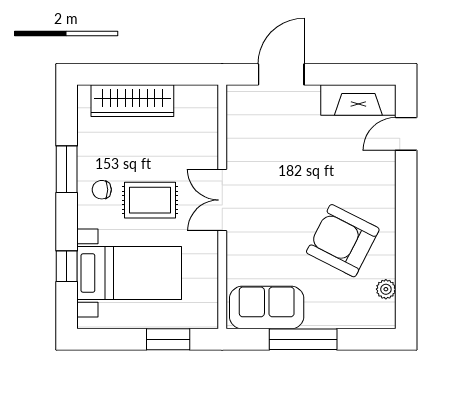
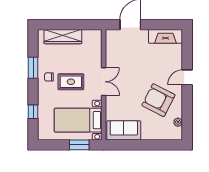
door: (406, 134) -> (187, 77), moved
double door: (222, 200) -> (104, 82), swing flipped
bed with nightstands: (129, 273) -> (78, 120), moved, turned 180
window: (303, 339) -> (140, 145), removed

